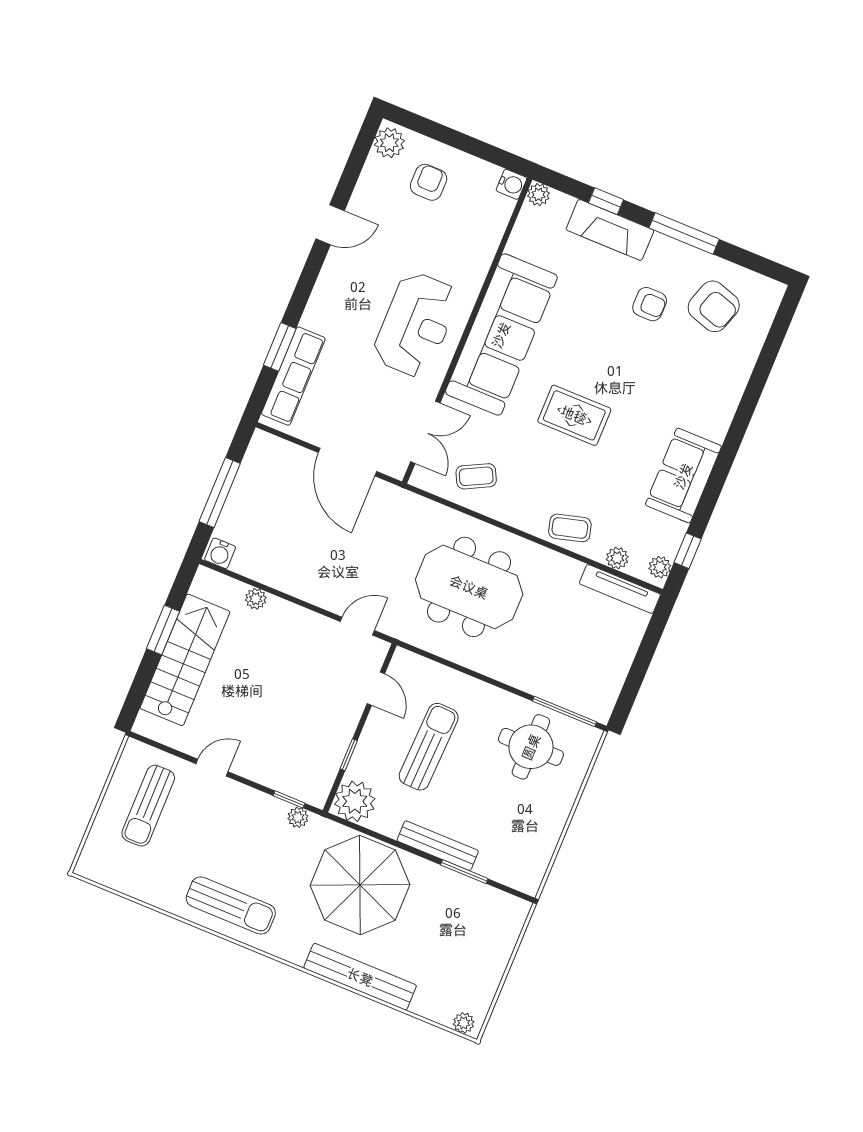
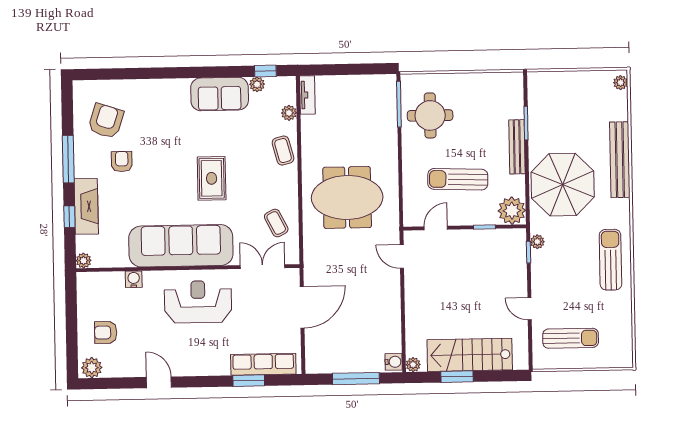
water cooler: (511, 184) -> (134, 279), moved
plant: (660, 567) -> (257, 84), moved
meeting table: (469, 587) -> (347, 197), turned 90
tv unit: (620, 589) -> (307, 95), width x0.71
plant: (256, 599) -> (413, 365), moved

